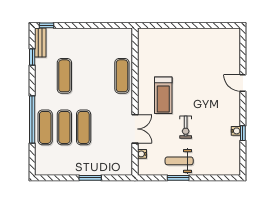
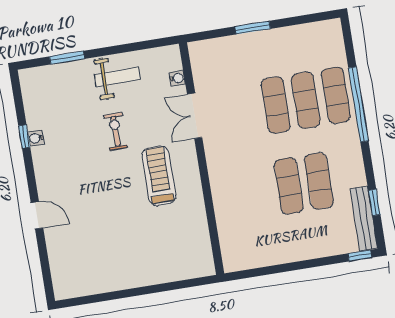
bench: (40, 43) -> (364, 219), width x1.36
exercise mat: (122, 76) -> (289, 186), moved
window: (178, 178) -> (67, 58), moved

